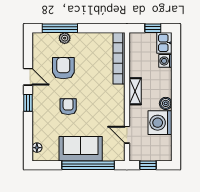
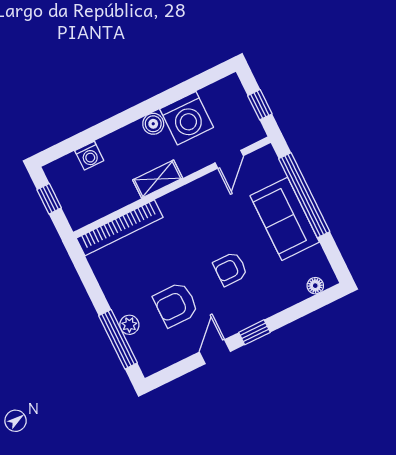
kitchen sink: (164, 43) -> (63, 171), removed

